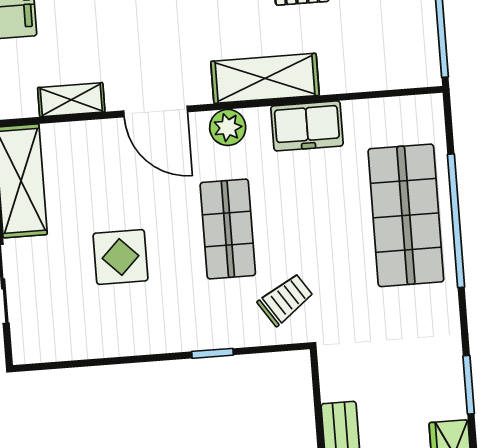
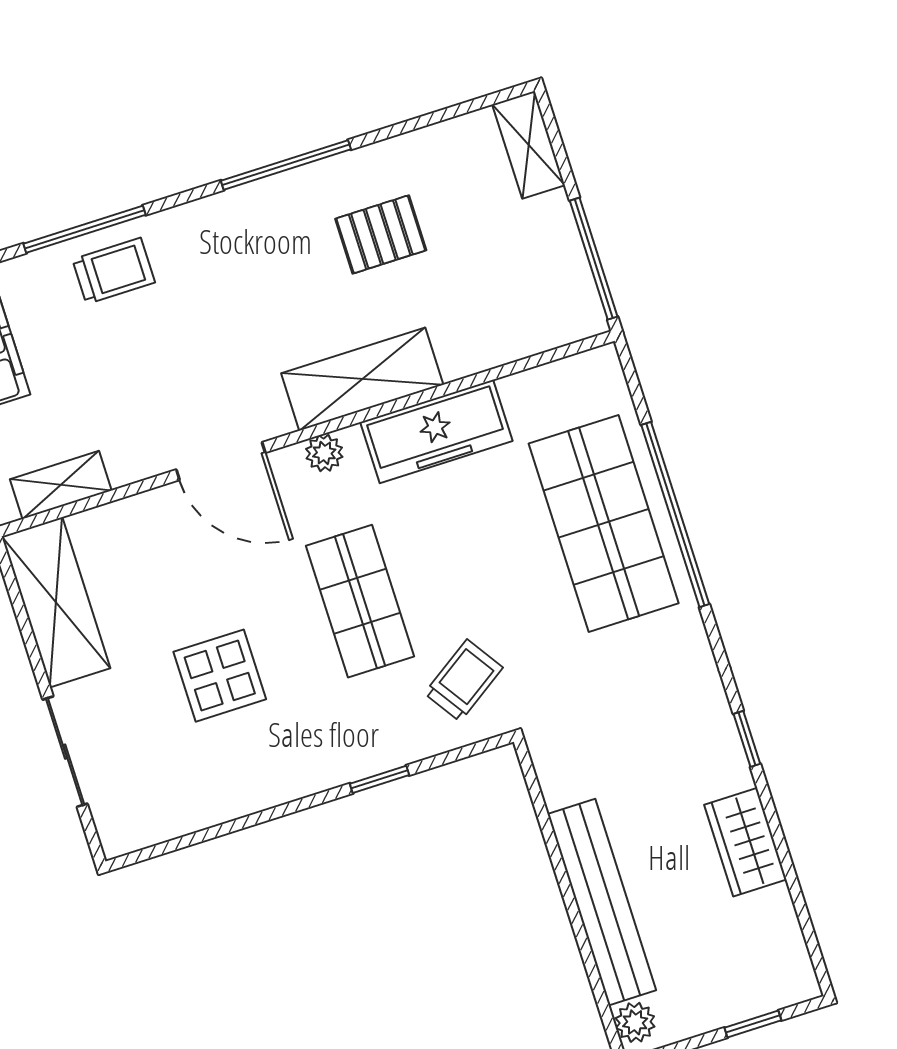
shelving: (71, 100) -> (61, 485), moved
freezer: (307, 126) -> (436, 431), width x1.40
plant: (228, 127) -> (324, 453), width x0.73, depth x0.73
window: (469, 385) -> (747, 739), width x0.67

